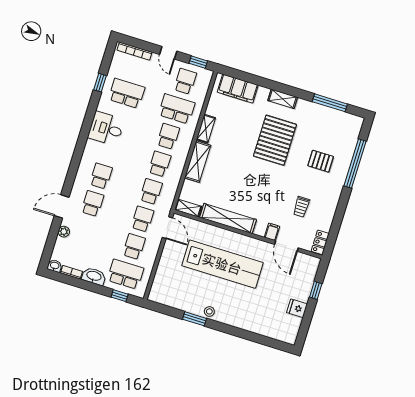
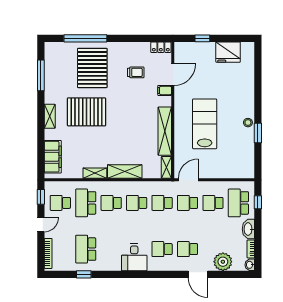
desk: (106, 129) -> (134, 257), moved
pallet: (321, 161) -> (92, 68), width x2.05, depth x2.00
plant: (64, 232) -> (223, 262), width x1.87, depth x1.87
lab bench: (222, 264) -> (205, 124), width x0.73
fridge: (297, 308) -> (228, 52), width x1.88, depth x1.34

